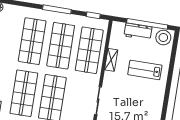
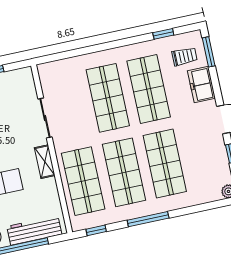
workbench: (138, 32) -> (34, 230), width x1.37
shelving: (111, 60) -> (45, 162), moved

